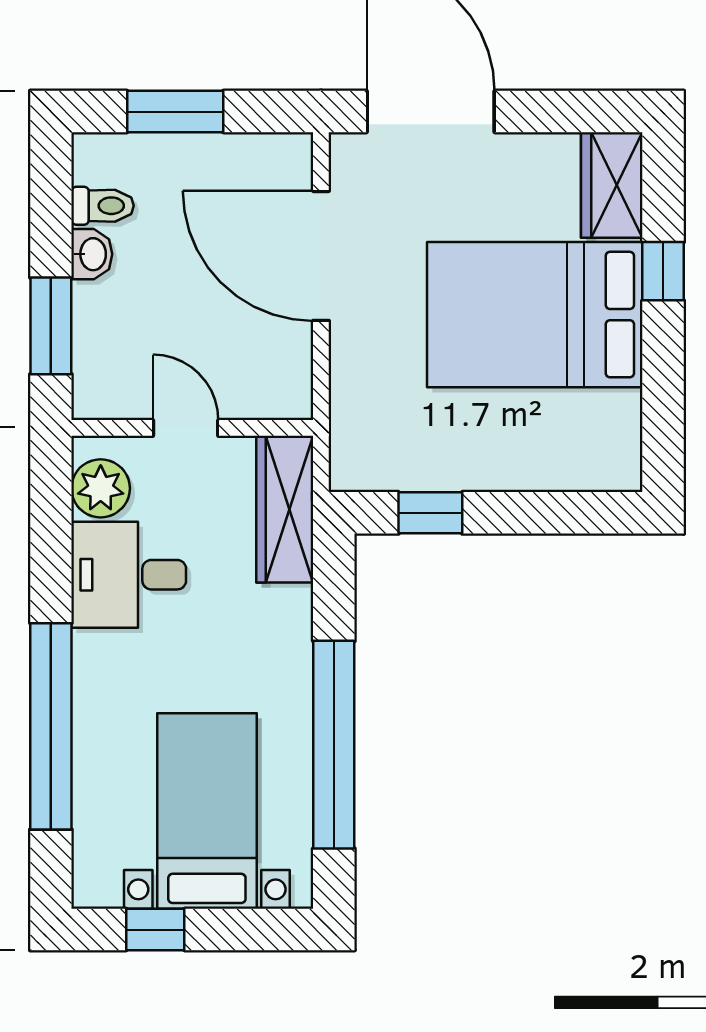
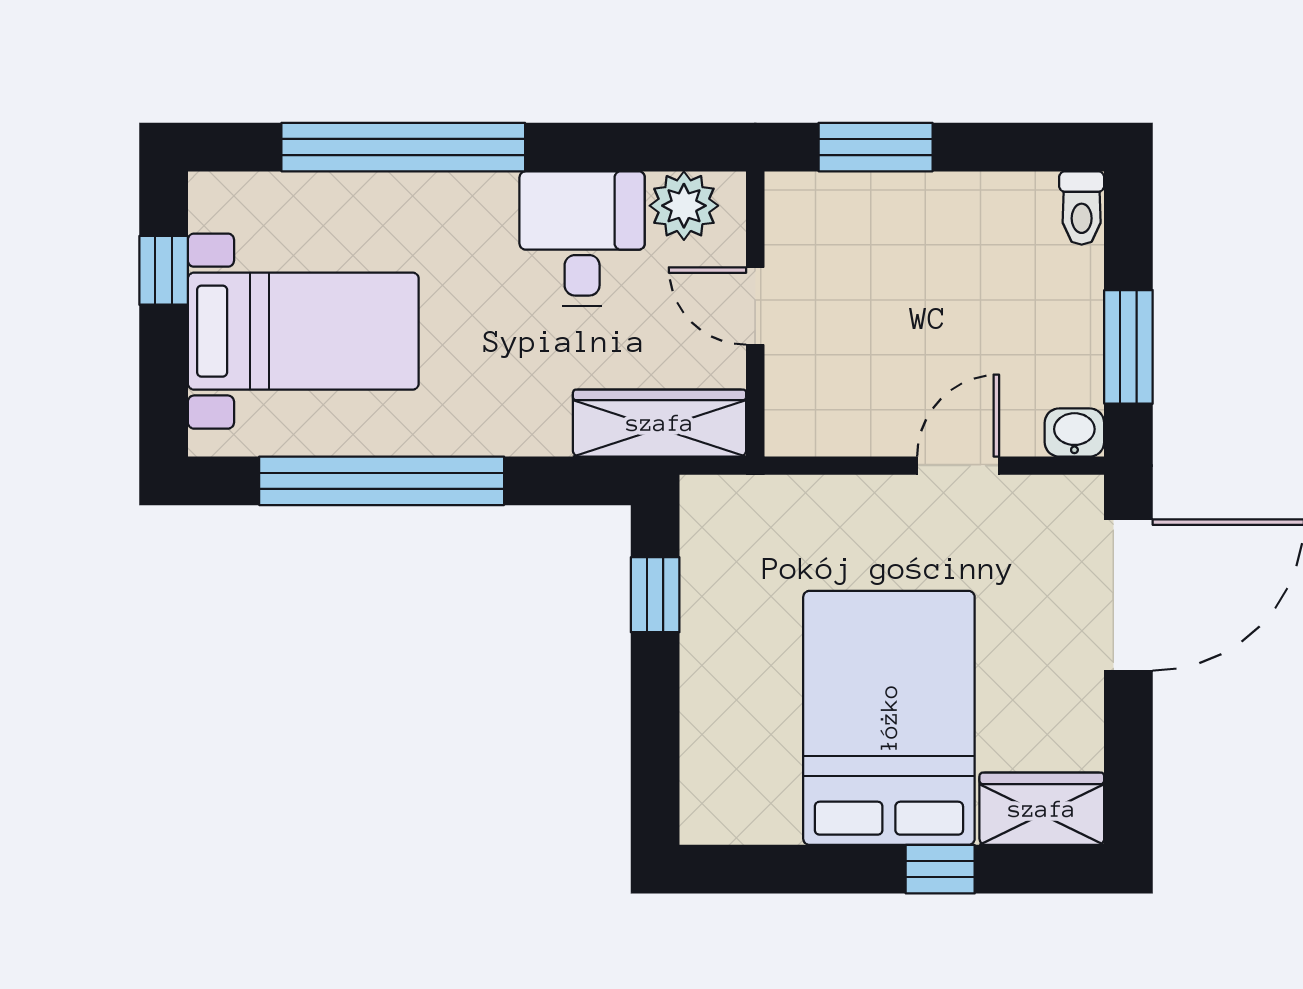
window: (175, 112) -> (1128, 347), moved
toilet: (103, 206) -> (1082, 208), moved
washbasin: (92, 254) -> (1074, 432), moved, turned 180
door: (321, 256) -> (958, 466), width x0.53
door: (186, 428) -> (755, 306), swing flipped

